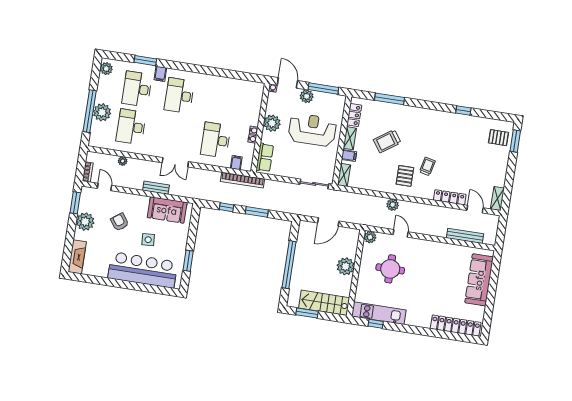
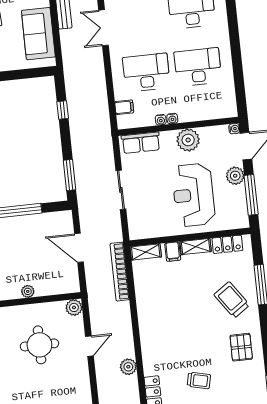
desk: (222, 102) -> (198, 67), added
reception desk: (312, 130) -> (193, 195), turned 180
trolley: (387, 141) -> (232, 300), moved
trolley: (427, 166) -> (199, 380), moved
pallet: (405, 176) -> (241, 347), moved, turned 90
bookcase: (242, 180) -> (120, 272), moved
sliding door: (314, 184) -> (121, 190), moved
plant: (393, 205) -> (128, 367), moved
window: (257, 212) -> (70, 175), moved
plant: (346, 266) -> (28, 291), width x0.53, depth x0.53

